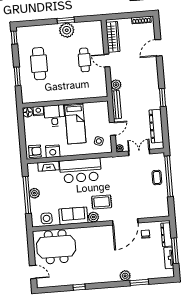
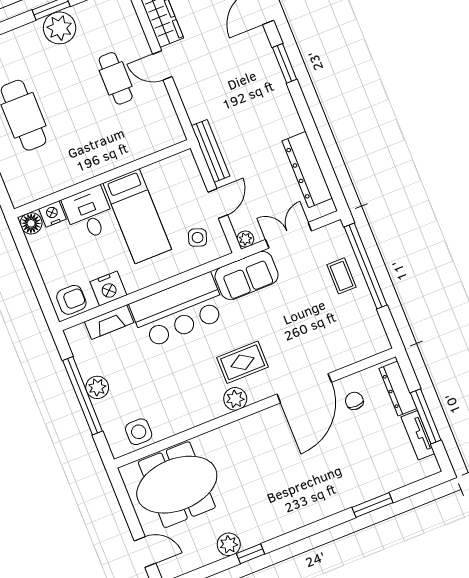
plant: (116, 85) -> (197, 109), removed
window: (162, 98) -> (285, 63), moved
sofa: (73, 216) -> (247, 276), moved, turned 180
plant: (125, 276) -> (229, 544), moved

